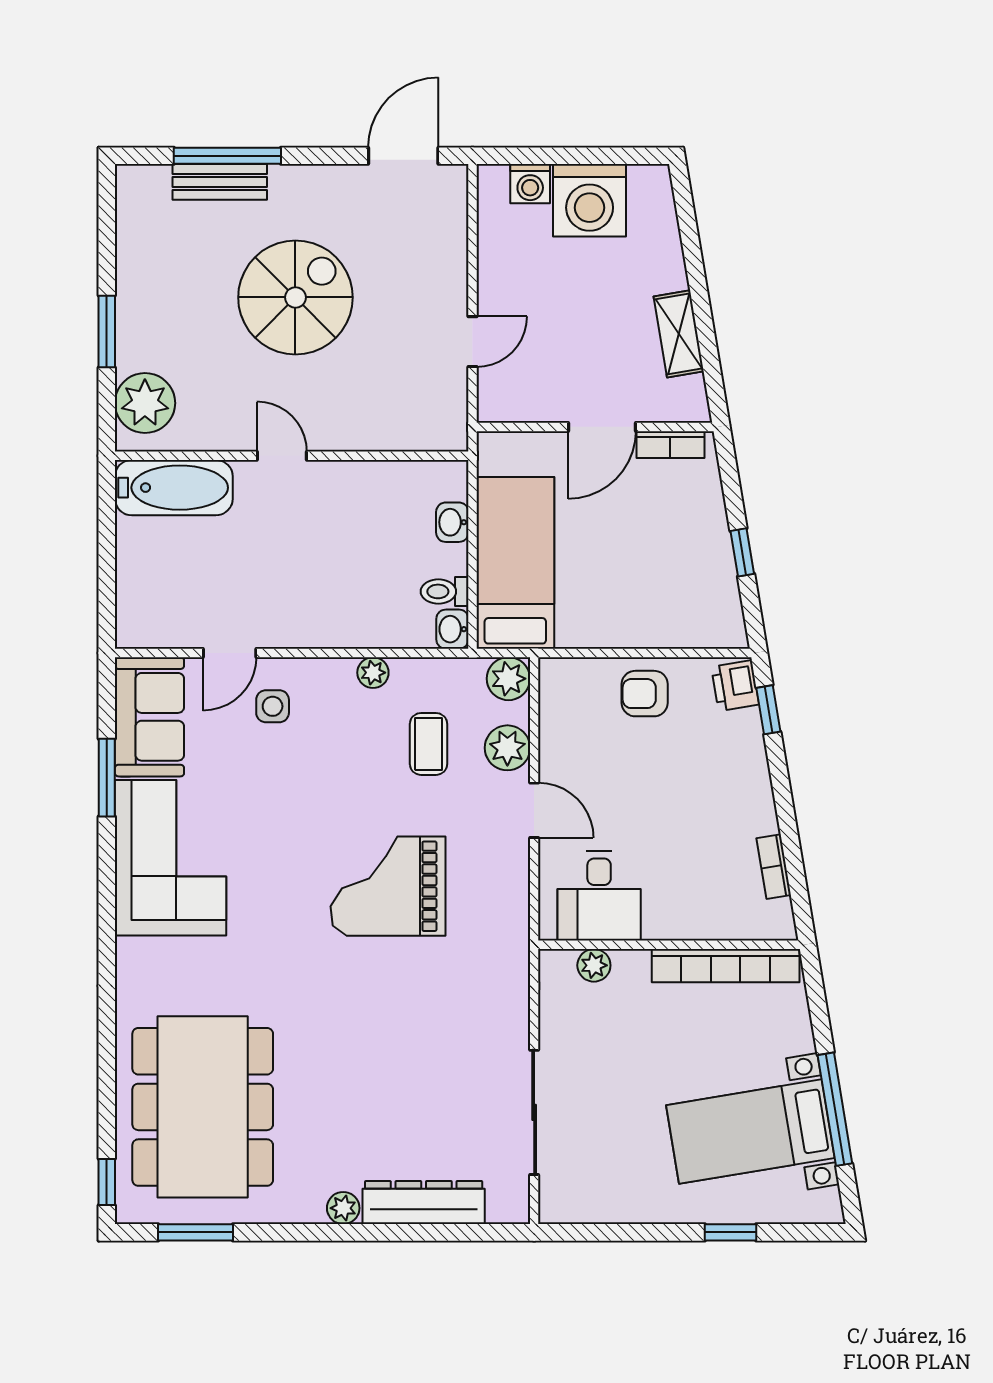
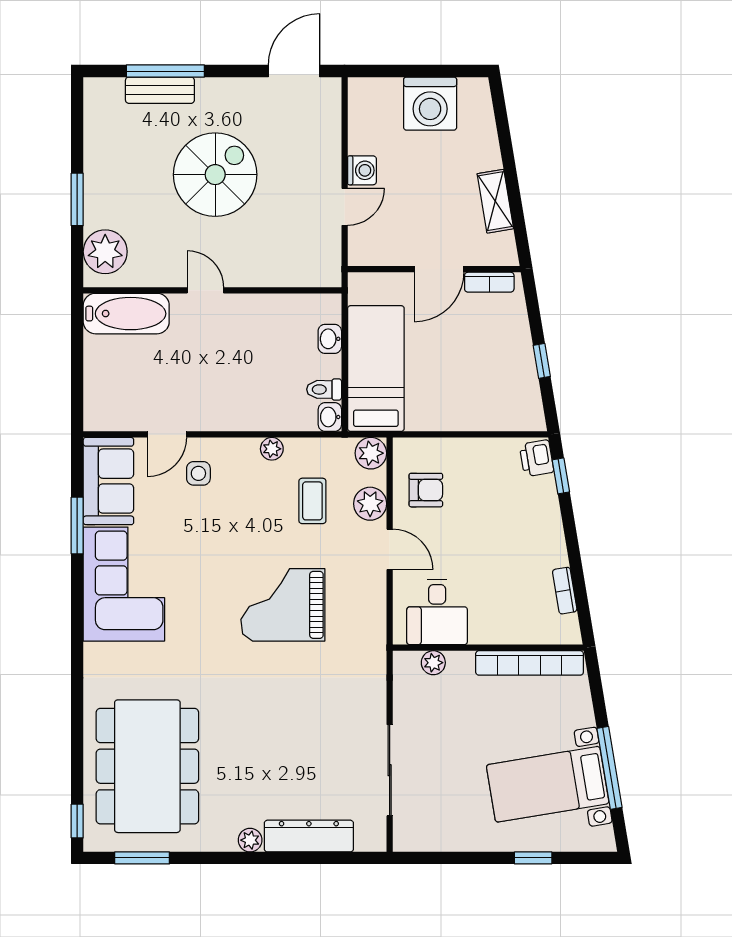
washing machine: (530, 184) -> (362, 170), moved, turned -90
armchair: (645, 694) -> (426, 490), moved, turned 180

